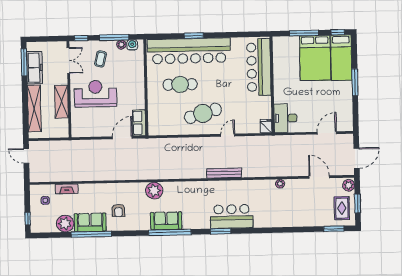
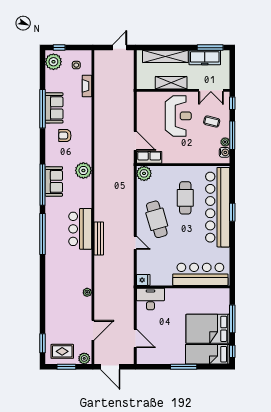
plant: (156, 128) -> (144, 173), added
bar counter: (232, 216) -> (80, 229), moved, turned 180
plant: (65, 224) -> (53, 62), moved
window: (221, 231) -> (43, 234), width x2.11

